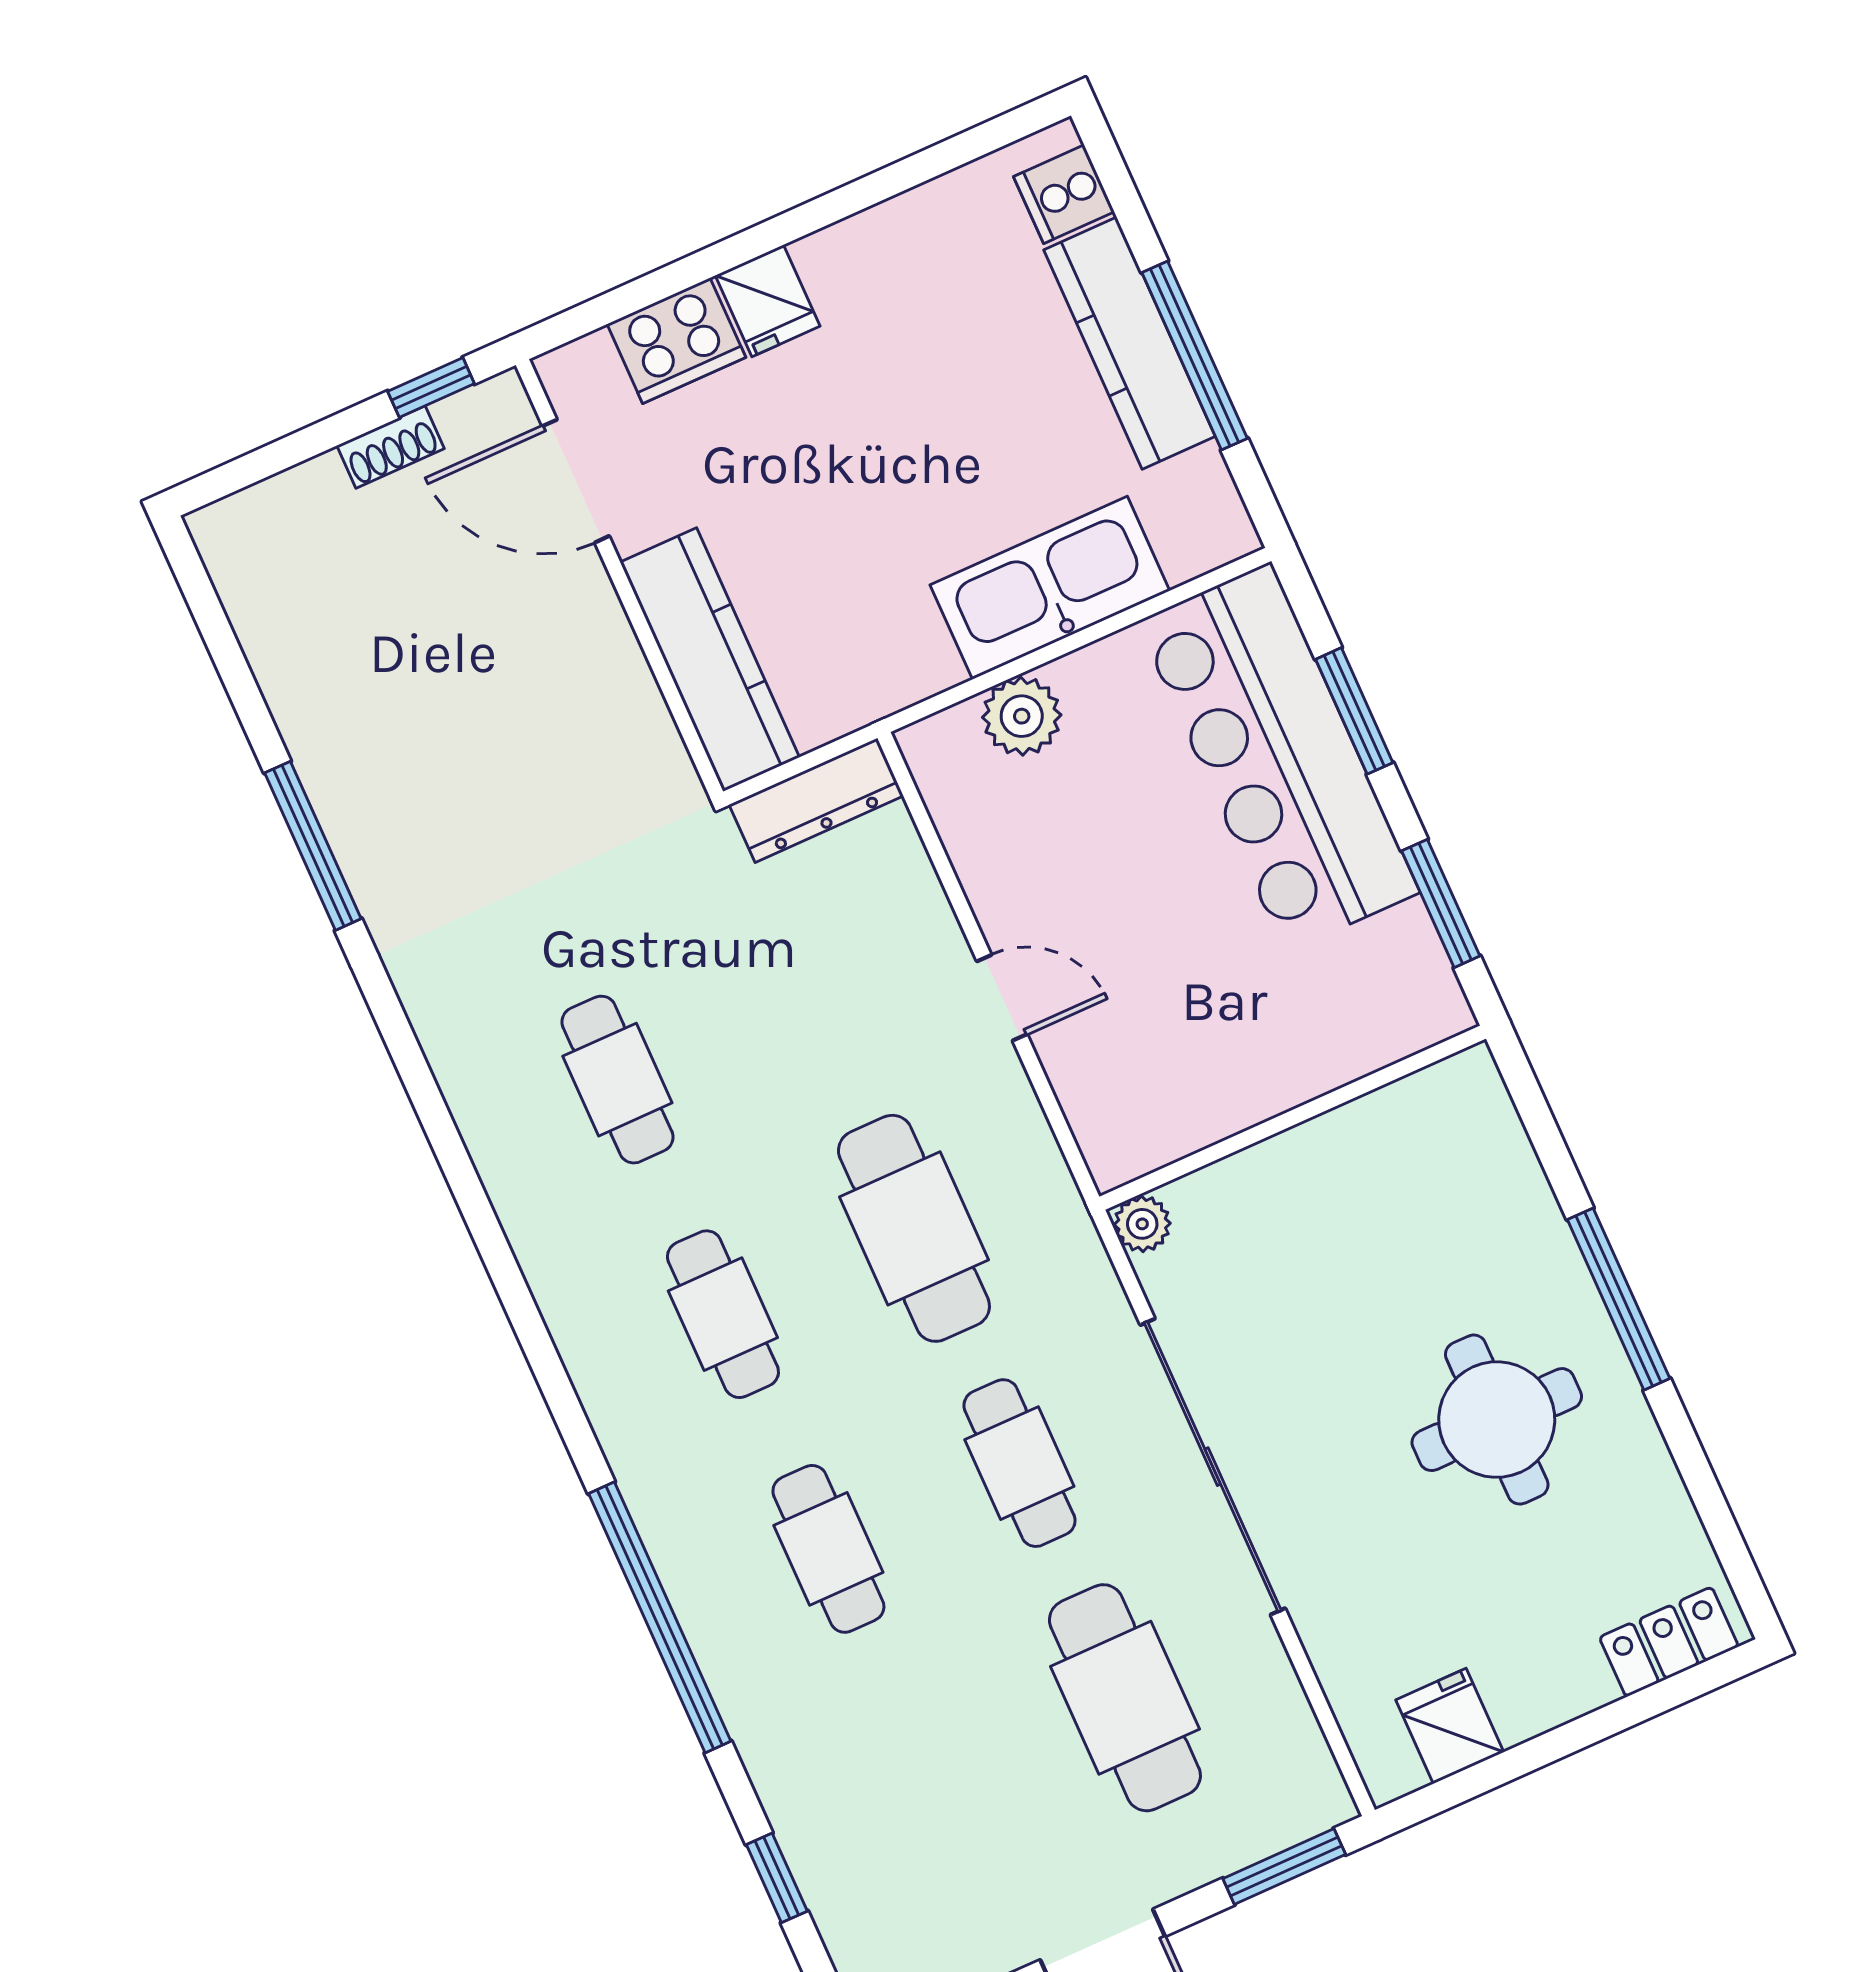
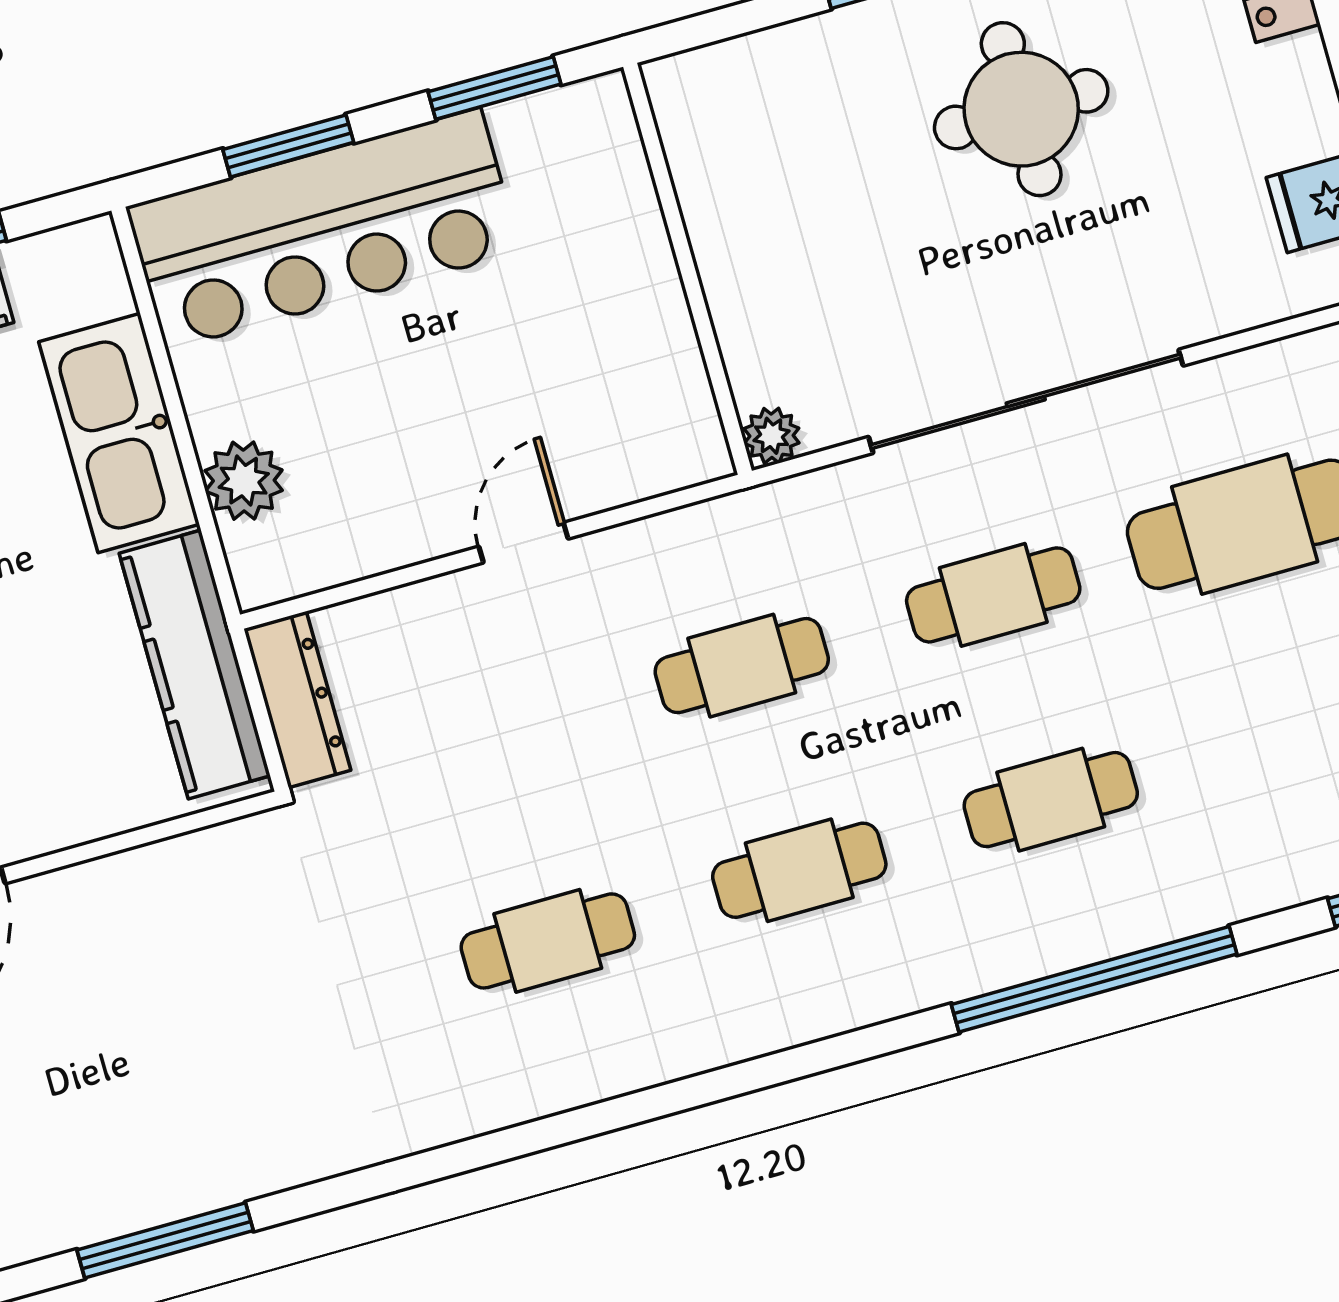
kitchen counter: (710, 660) -> (195, 664), moved, turned -90
window: (313, 846) -> (165, 1240), moved
cafe table: (914, 1228) -> (742, 666), width x0.73, depth x0.74

